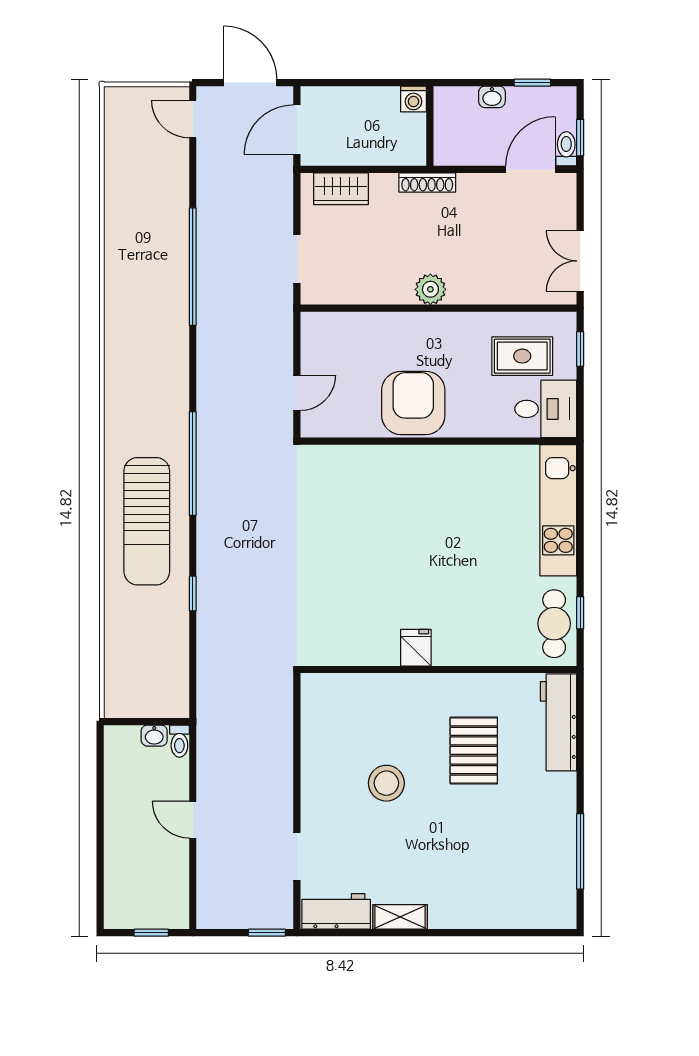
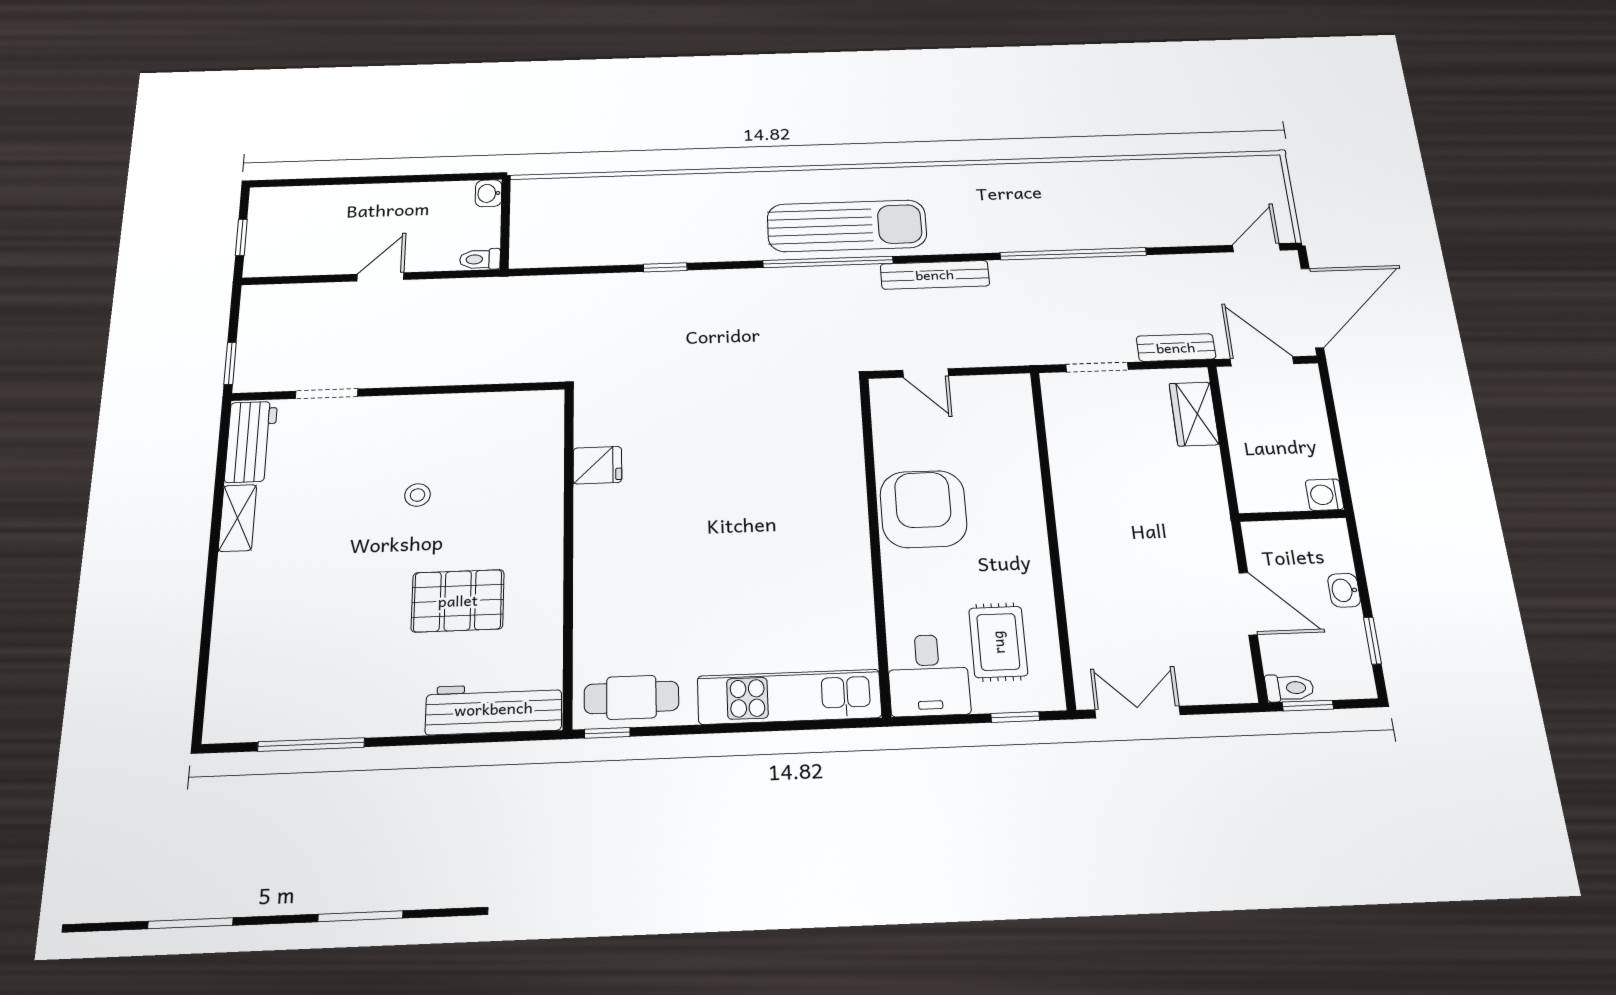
door: (250, 83) -> (1312, 308), width x1.36
door: (530, 169) -> (1248, 604), moved
shoe rack: (427, 182) -> (1217, 515), removed
bench: (282, 195) -> (1176, 348), added
plant: (430, 289) -> (1076, 524), removed
bench: (208, 379) -> (935, 275), added
armchair: (413, 403) -> (923, 509), turned -90
sun lounger: (147, 521) -> (847, 226), moved, turned 180
window: (580, 613) -> (607, 733), moved
fridge: (416, 648) -> (597, 465), moved
washbasin: (154, 736) -> (489, 193), moved
stool: (386, 783) -> (417, 495), width x0.53, depth x0.53

